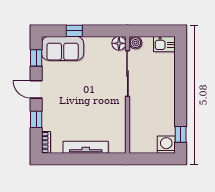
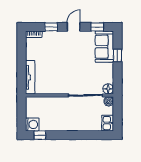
tv unit: (86, 147) -> (30, 77), moved

